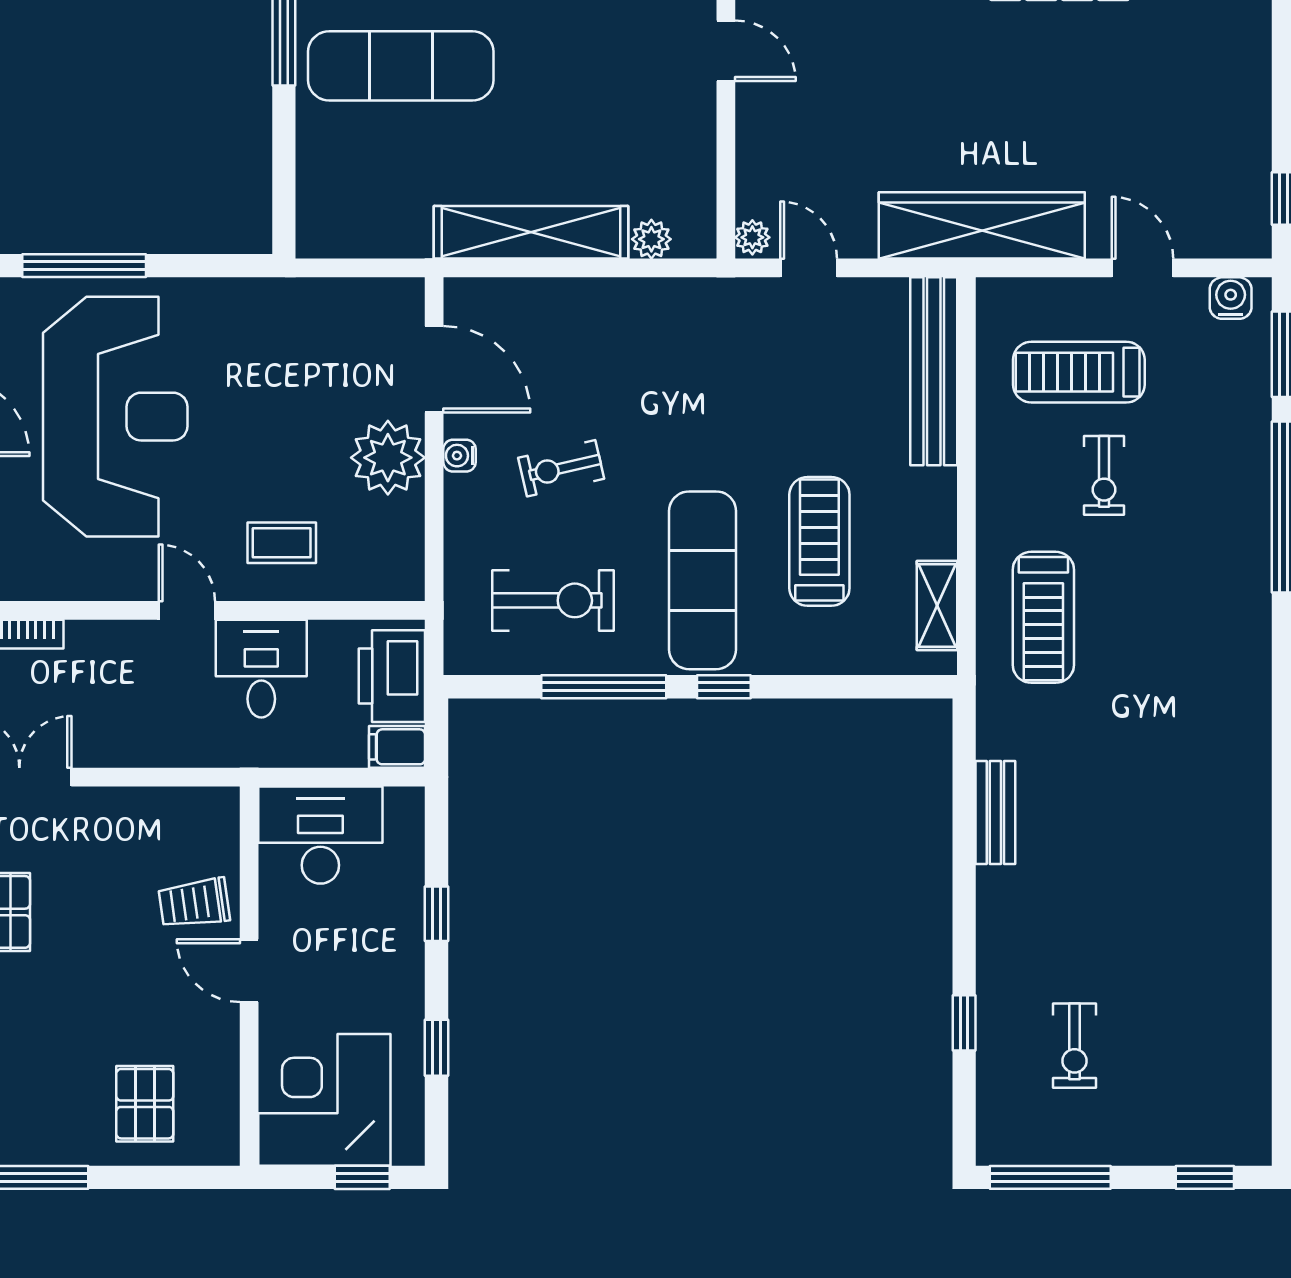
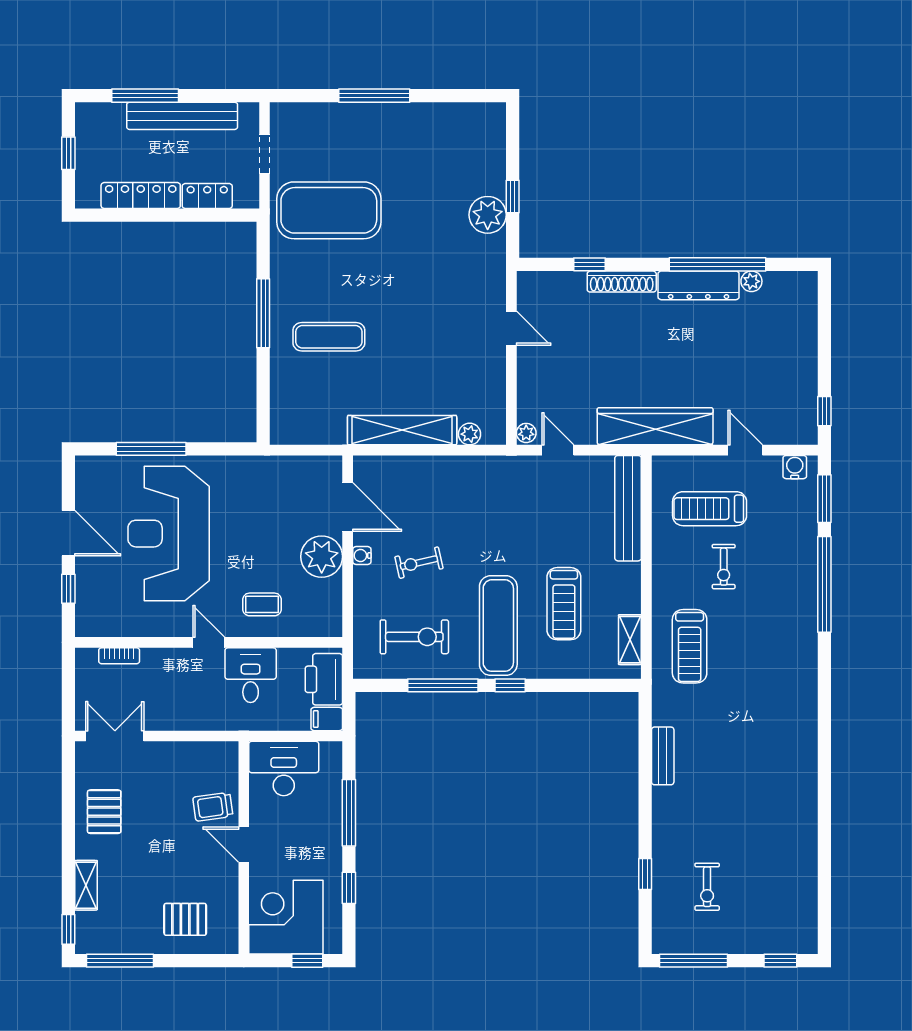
exercise mat: (401, 66) -> (329, 337), width x0.73, depth x0.69
reception desk: (115, 417) -> (169, 534), turned 180
treadmill: (819, 541) -> (564, 604), turned 180
window: (437, 914) -> (349, 813), width x2.17
pallet: (145, 1104) -> (185, 919), turned 90

